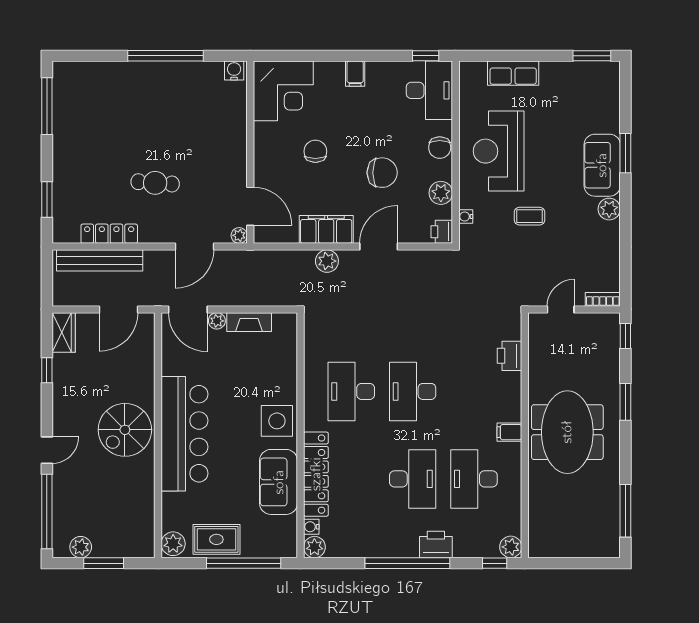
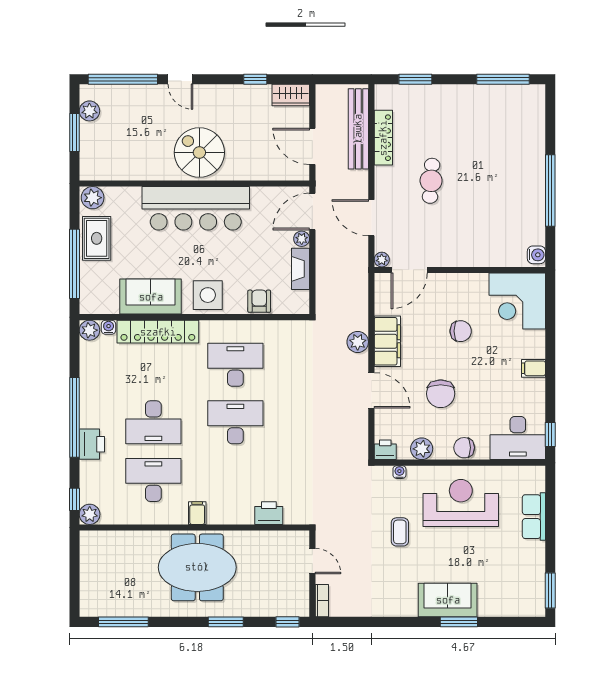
plant: (609, 209) -> (406, 607), removed
armchair: (283, 366) -> (259, 301), added

